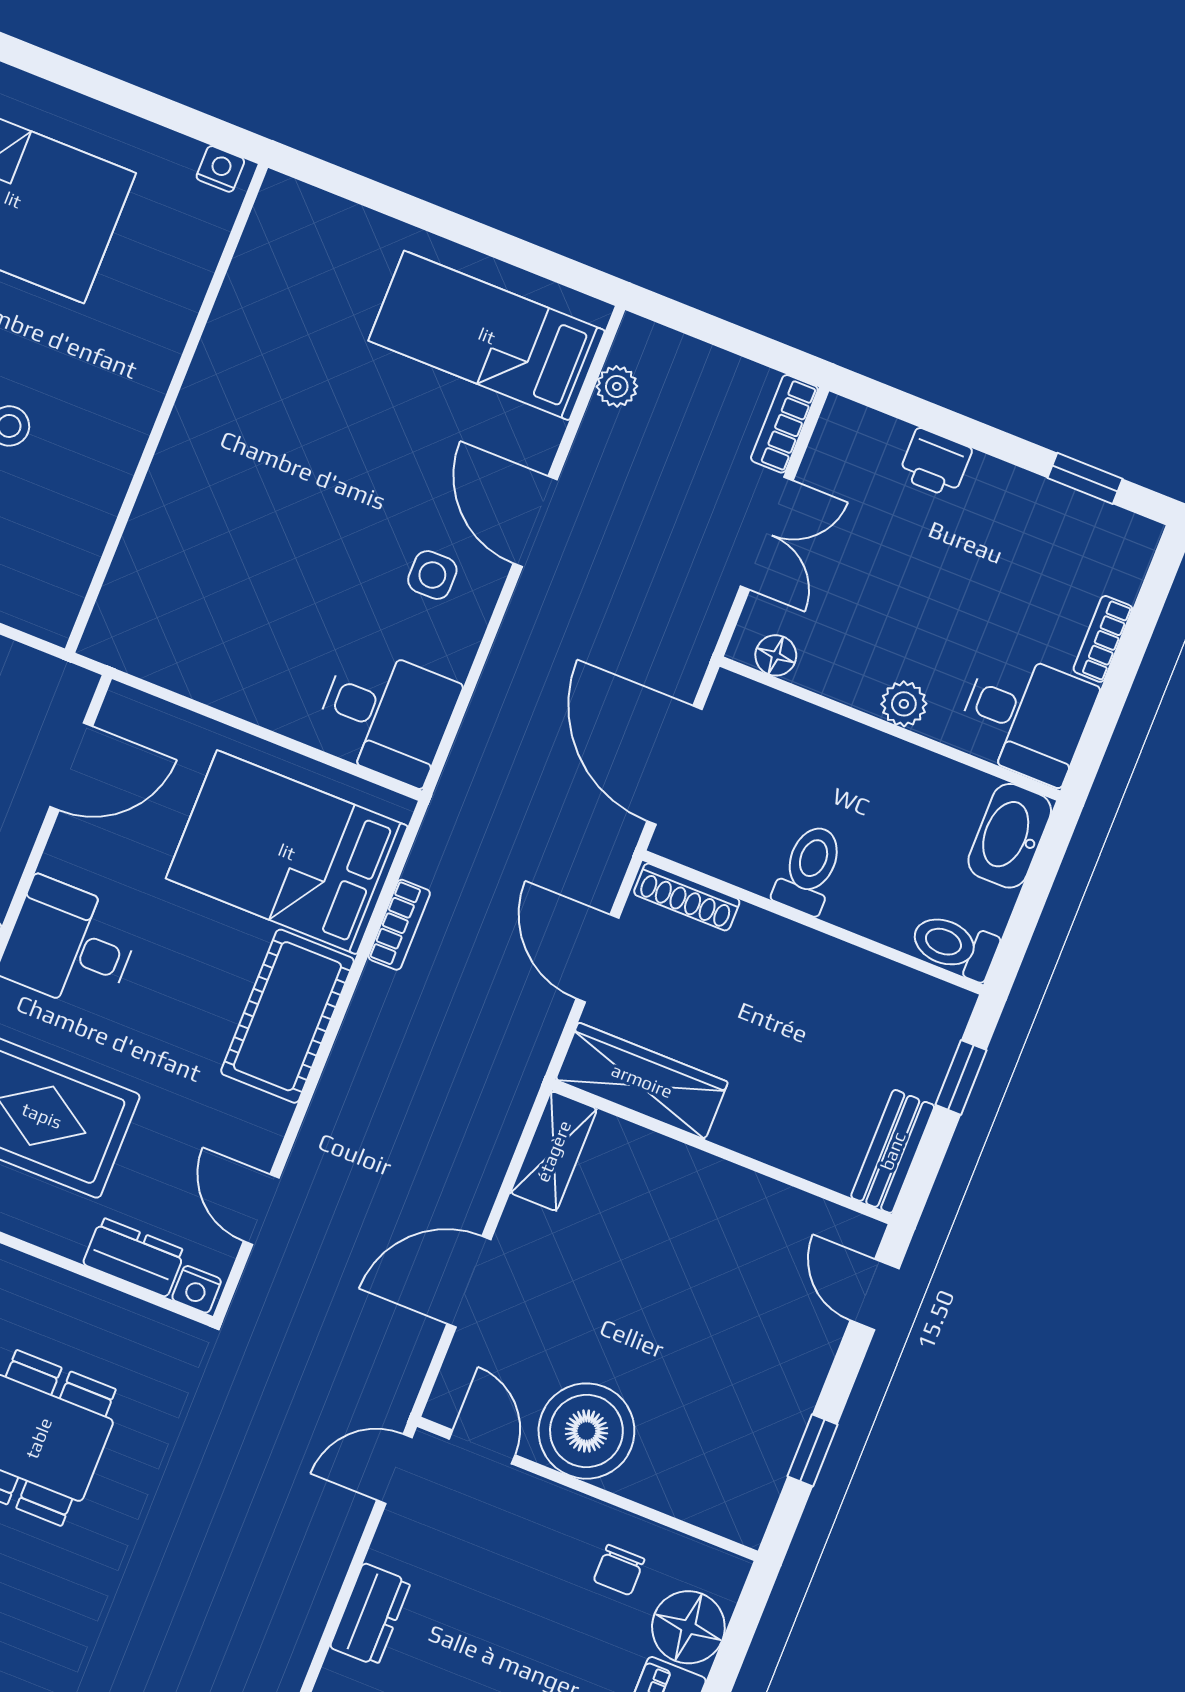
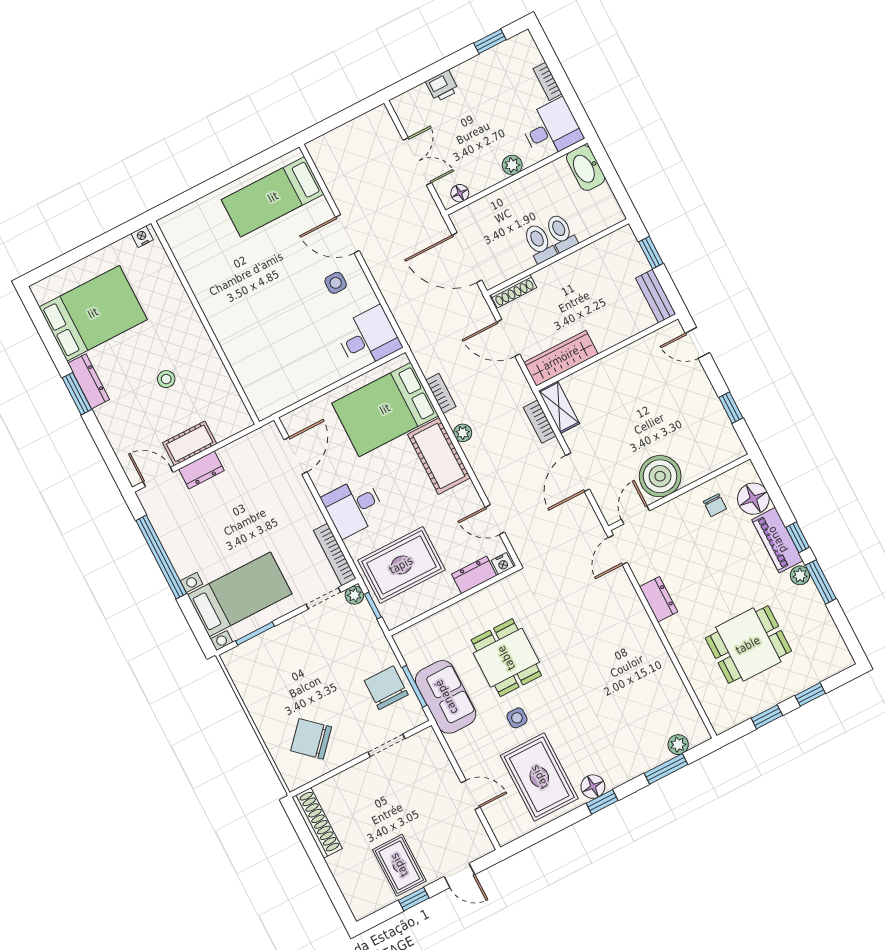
plant: (617, 386) -> (463, 433), moved
bookcase: (784, 424) -> (540, 422), moved
toilet: (954, 946) -> (561, 233), moved, turned 90
door: (482, 1447) -> (636, 515), hinge flipped

